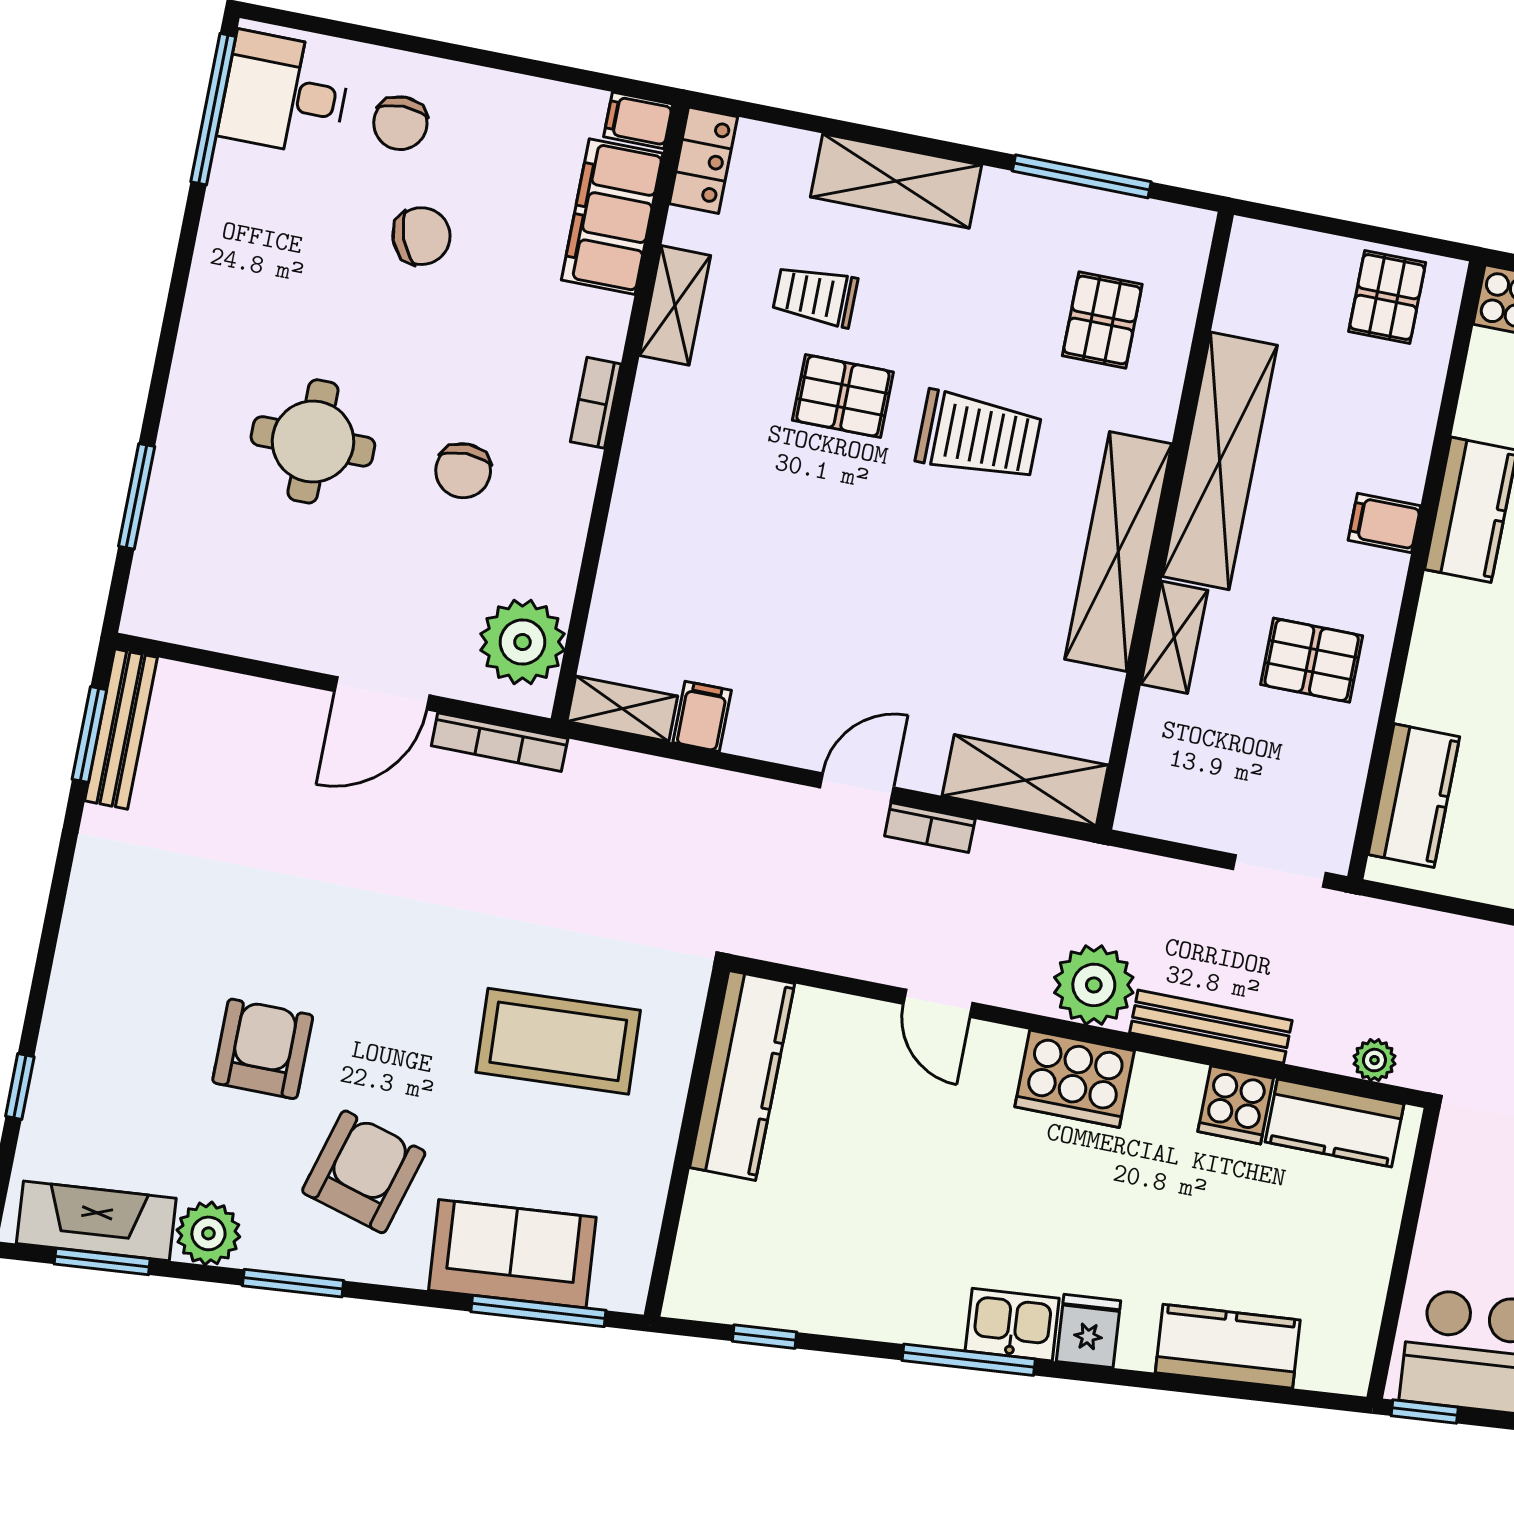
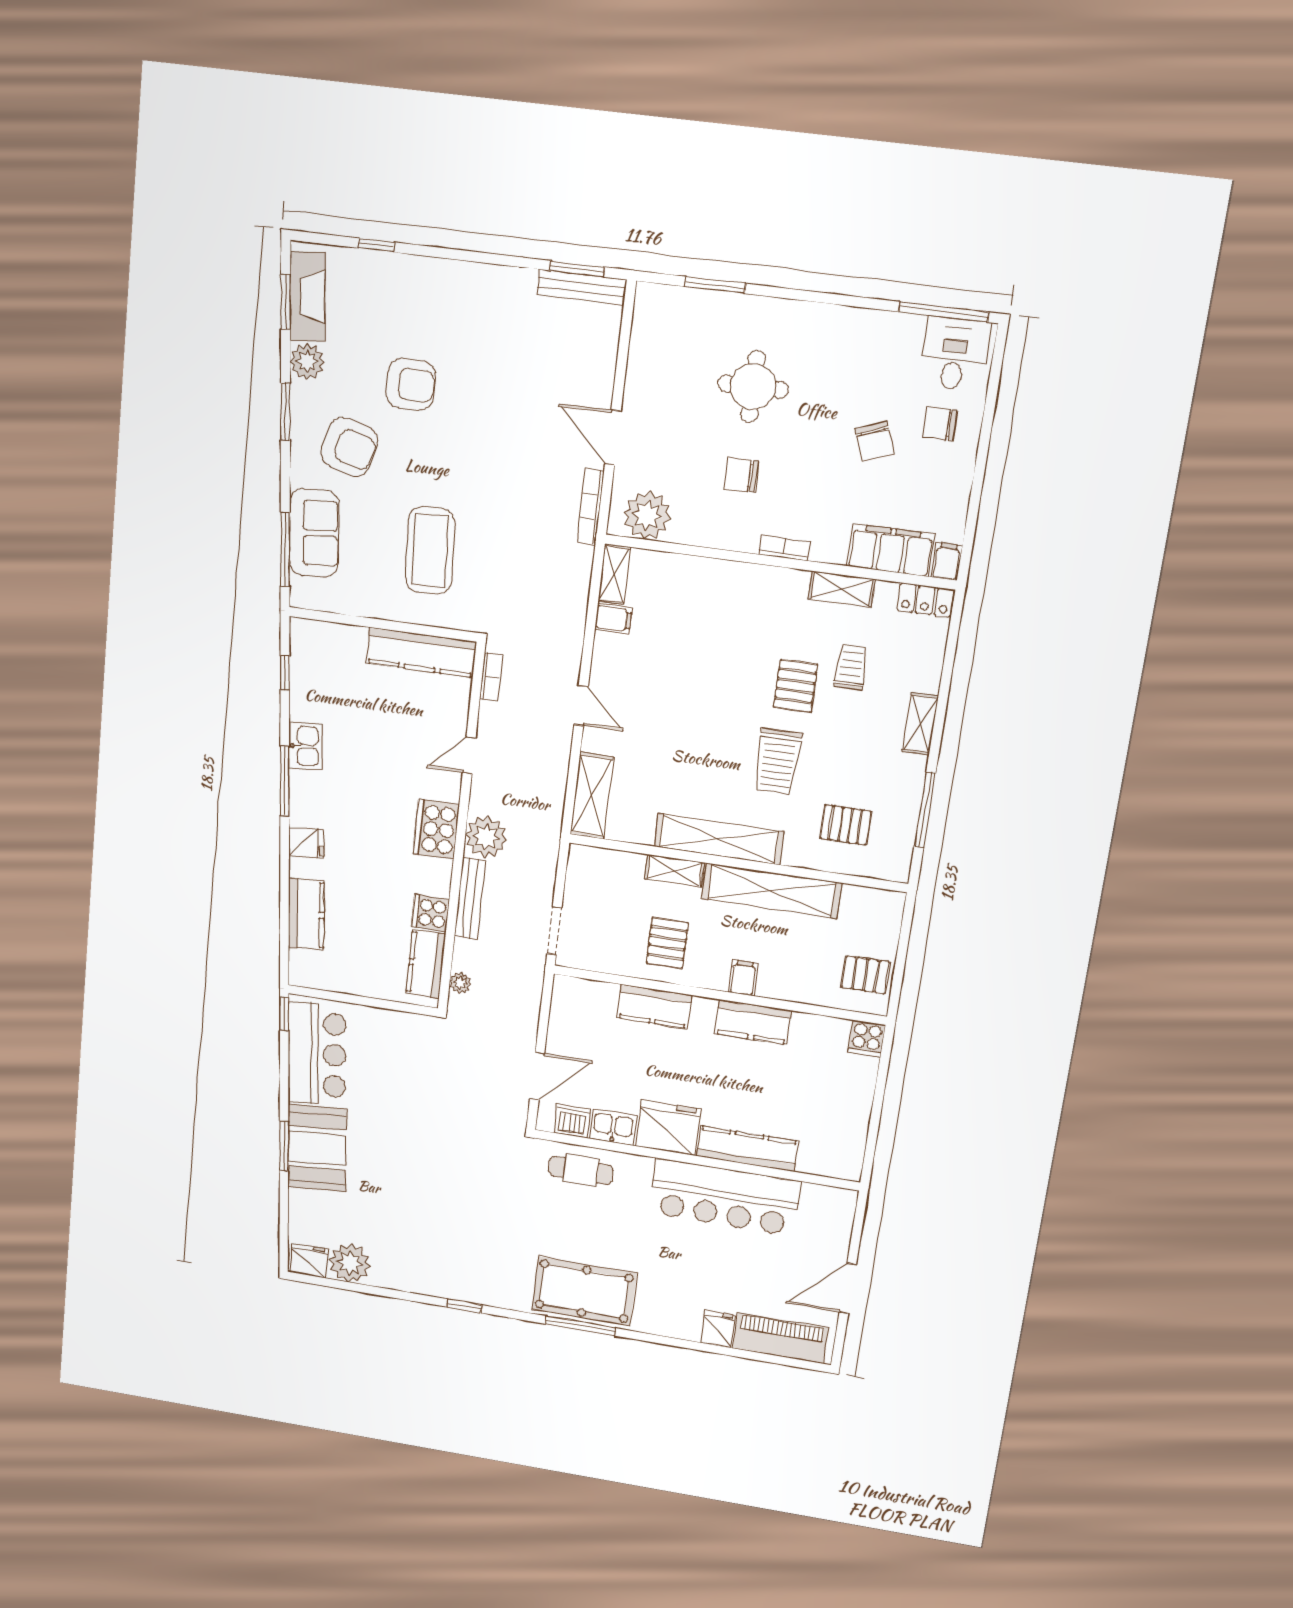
shelving: (896, 181) -> (920, 724), width x0.67, depth x0.75
kitchen counter: (1414, 796) -> (654, 1006), moved
bookcase: (930, 828) -> (491, 677), moved, turned 180
kitchen sink: (1012, 1325) -> (305, 746), moved

